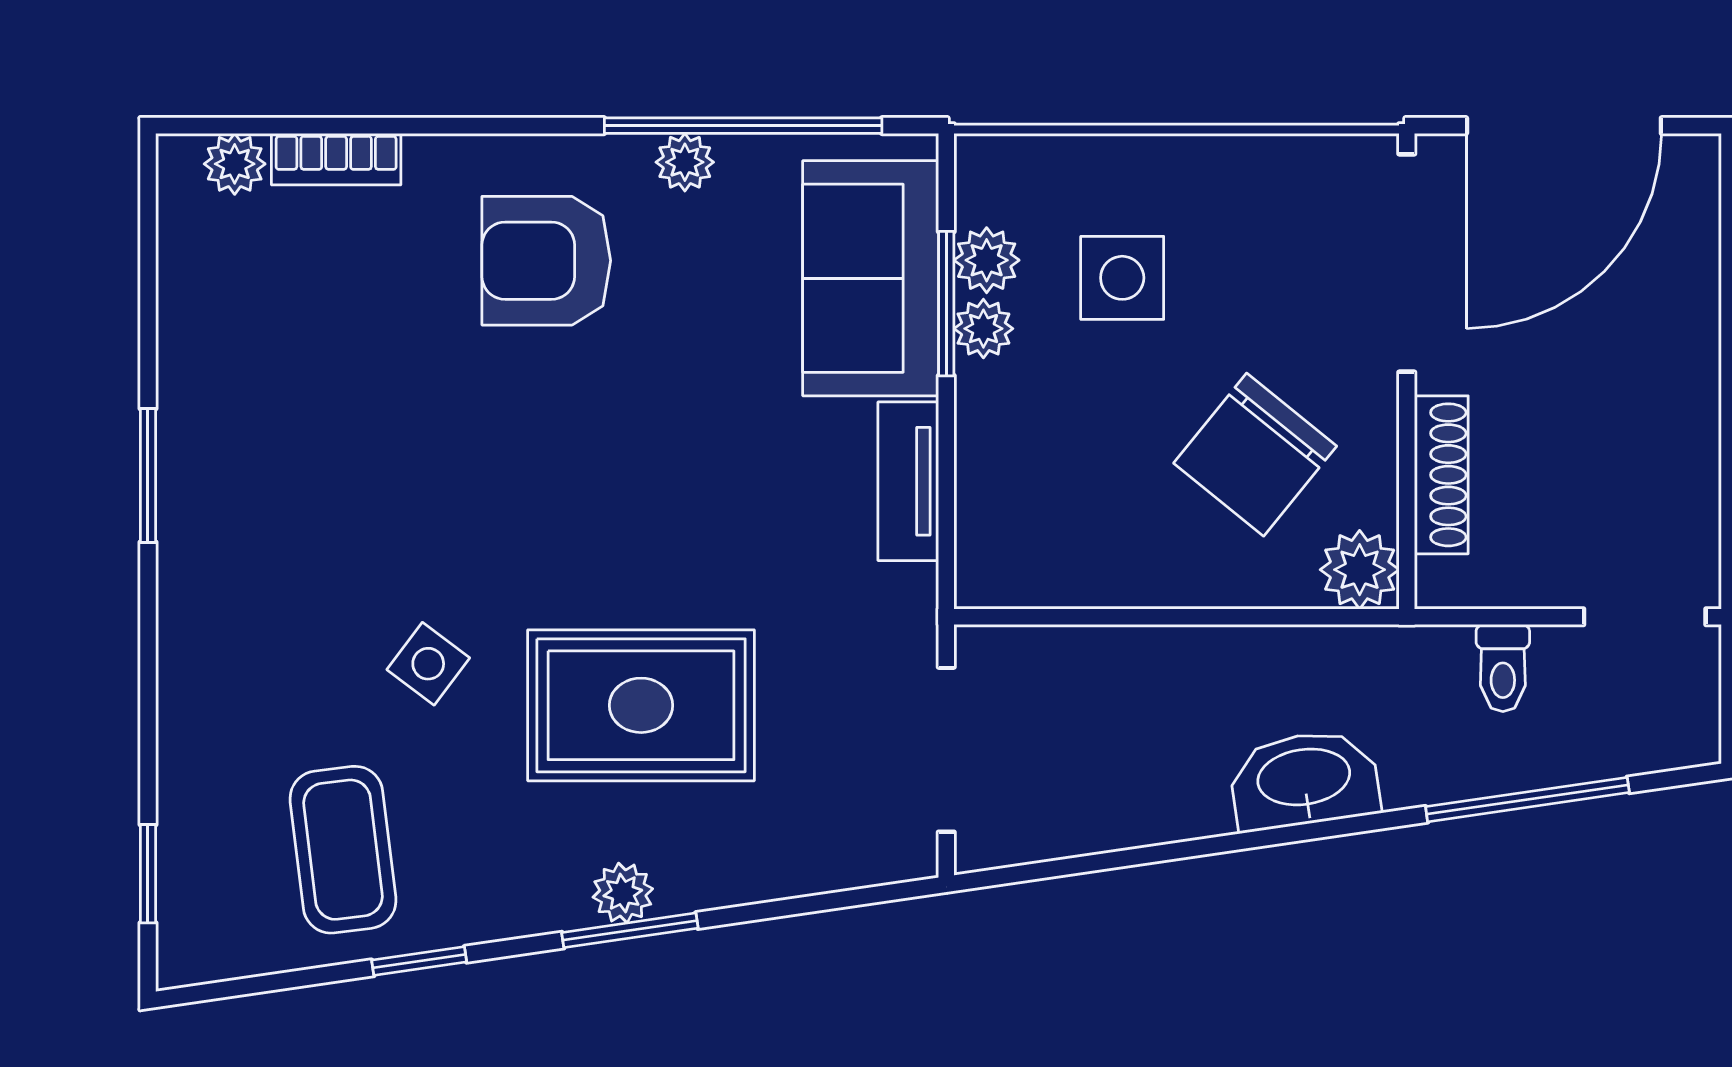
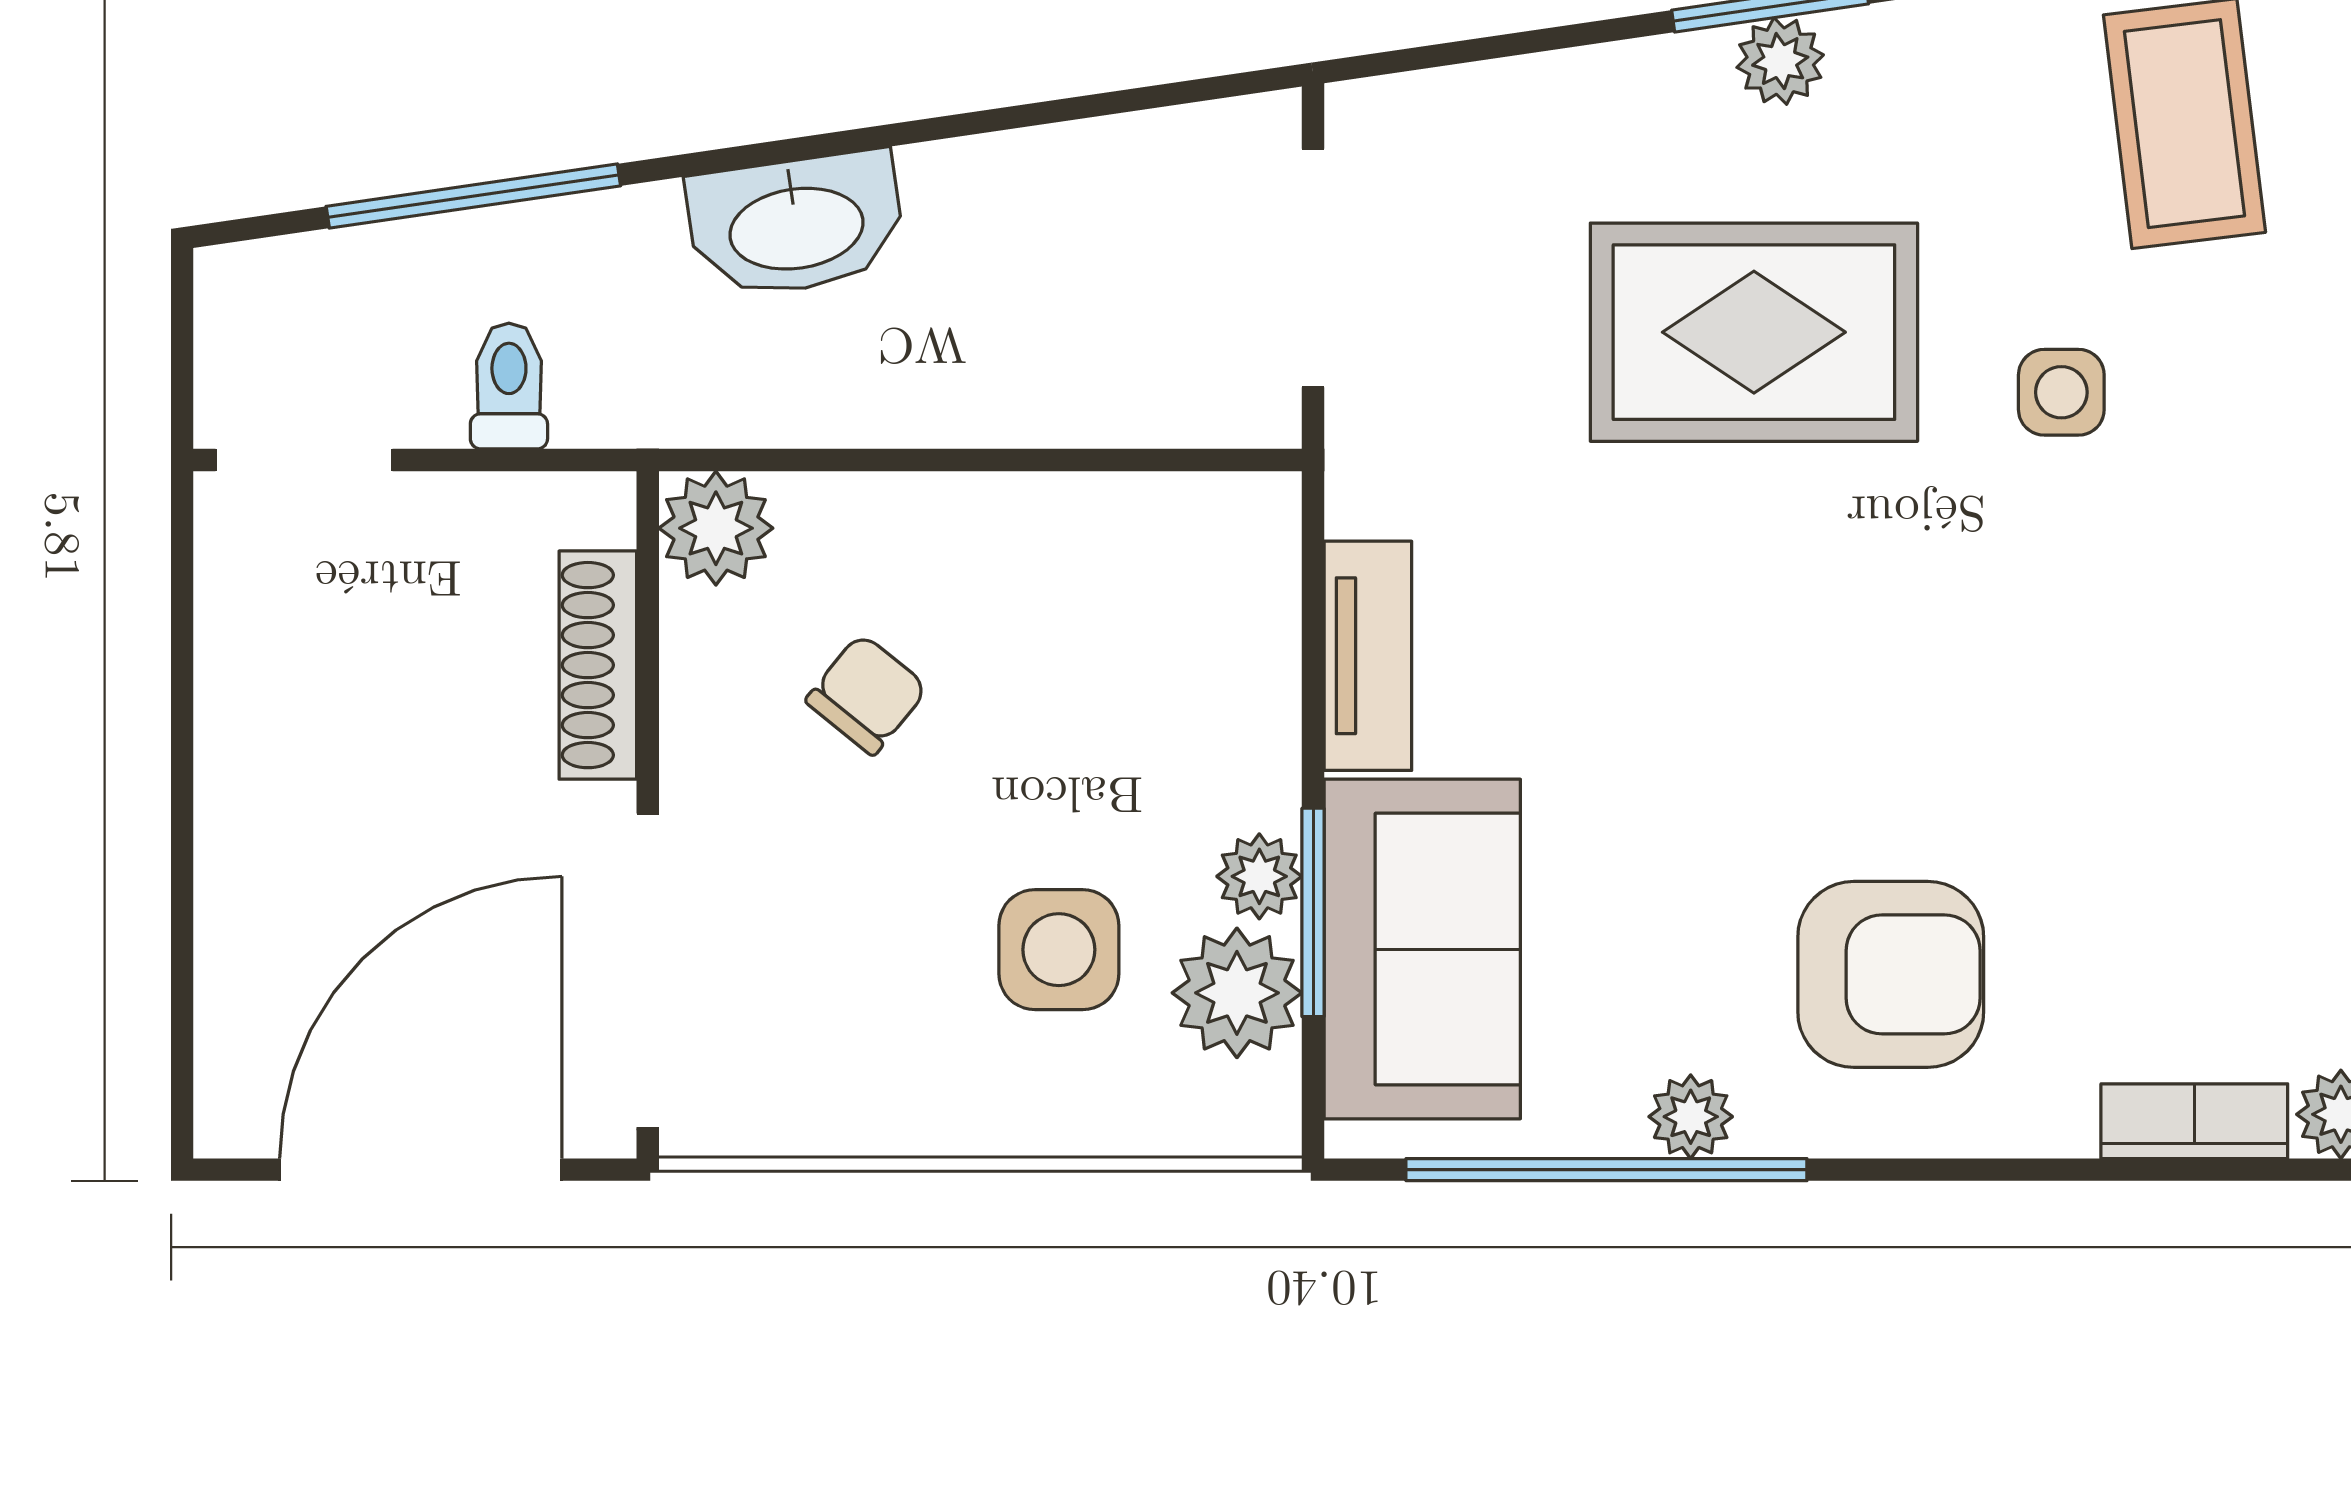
plant: (987, 260) -> (1237, 993), width x1.38, depth x1.38
chair: (1255, 455) -> (867, 694), width x0.54, depth x0.54
side table: (428, 664) -> (2061, 392), turned -37

